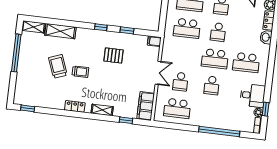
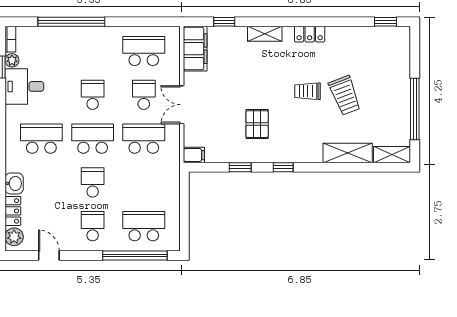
school desk: (187, 28) -> (144, 139), moved
pallet: (114, 55) -> (257, 124), turned 90

